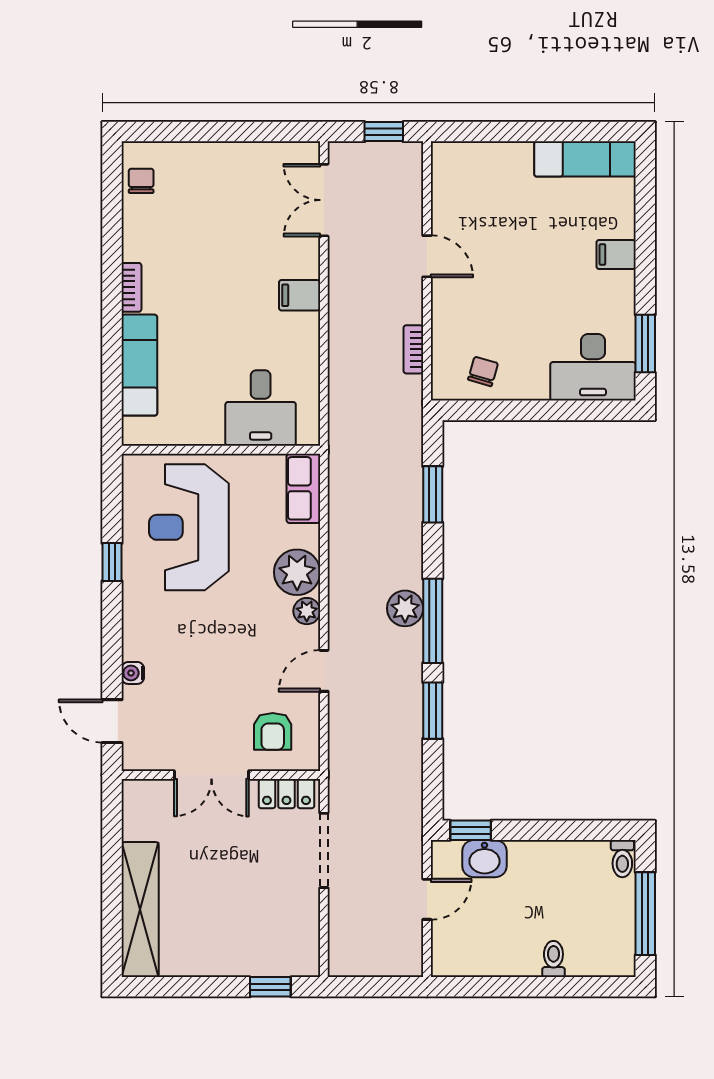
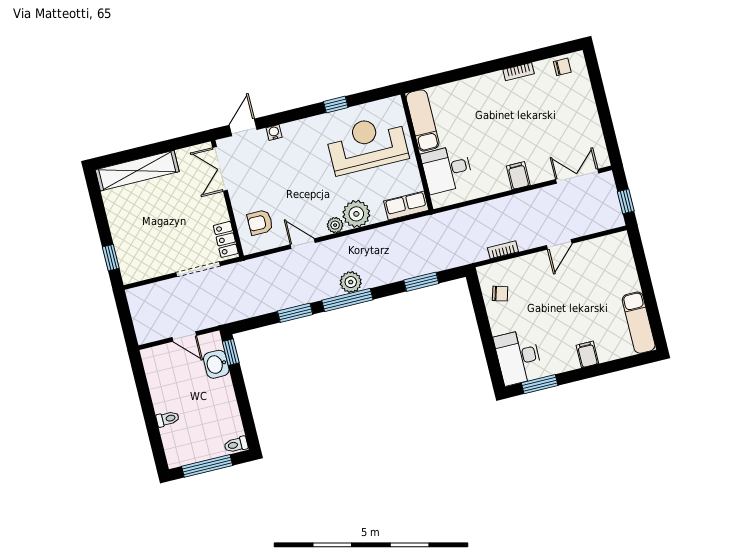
bookcase: (131, 287) -> (519, 72), moved
exam couch: (139, 365) -> (423, 120), moved, turned -90
double door: (211, 775) -> (220, 169), moved

